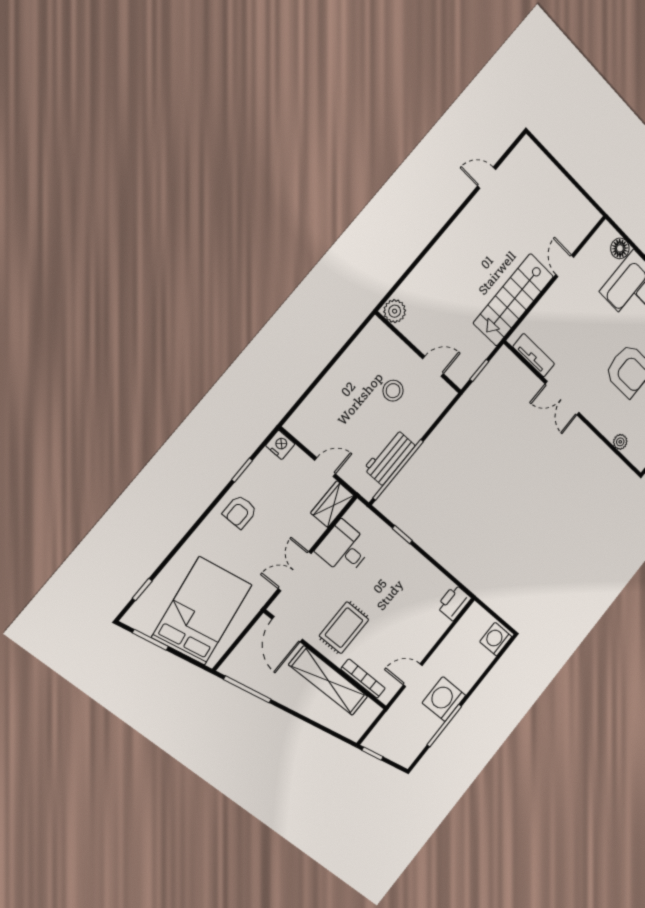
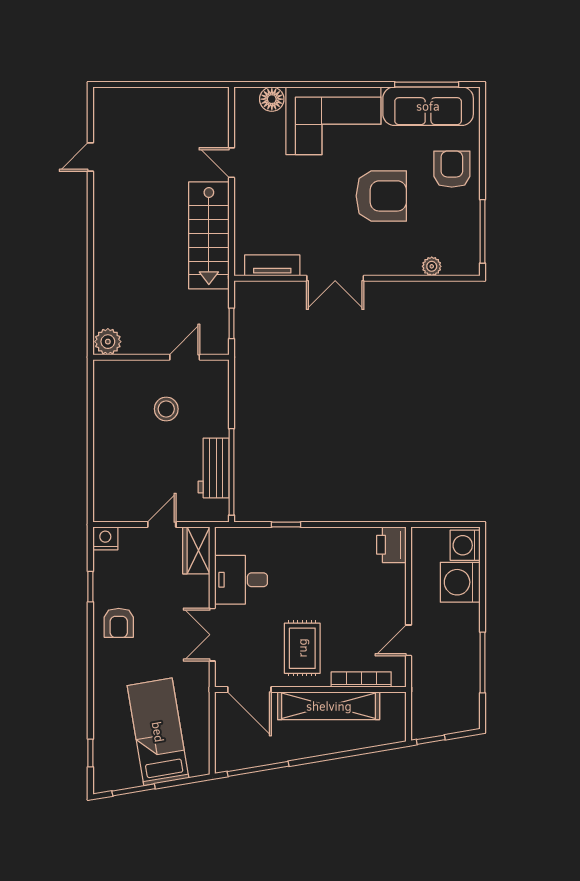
bed: (202, 611) -> (158, 732), width x0.67
washing machine: (444, 699) -> (460, 582), moved

